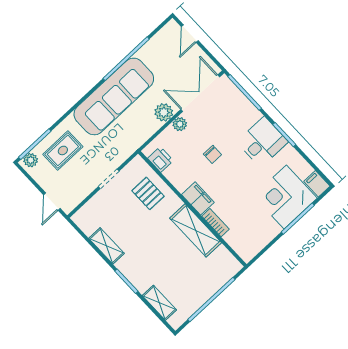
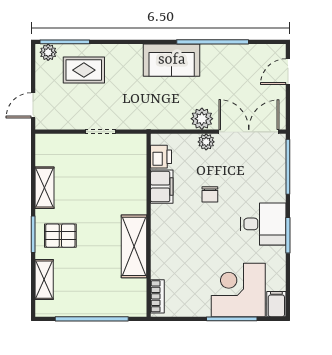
sofa: (114, 96) -> (172, 60), width x0.54, depth x0.79
pallet: (148, 193) -> (60, 236), moved, turned 90
filing cabinet: (198, 198) -> (162, 187), moved
bookcase: (215, 223) -> (157, 296), moved

